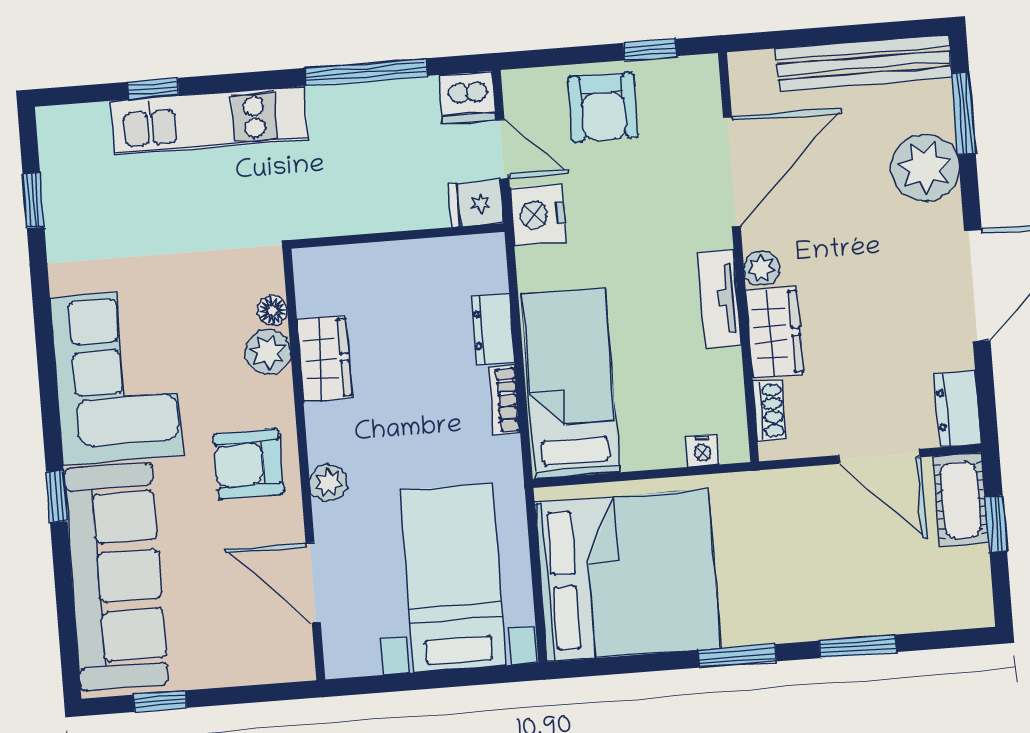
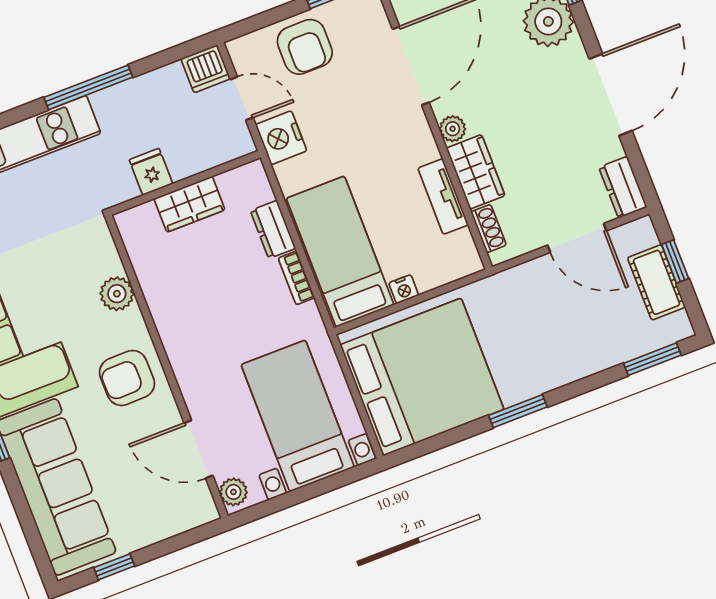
window: (366, 72) -> (88, 87), moved
fridge: (476, 204) -> (151, 172), moved, turned 90
tv unit: (719, 298) -> (443, 196), moved
floor lamp: (272, 310) -> (111, 263), removed
wardrobe: (324, 359) -> (189, 204), moved, turned 90
nightstand: (703, 451) -> (404, 289), moved
plant: (328, 483) -> (233, 492), moved
cot: (961, 500) -> (656, 282), moved
window: (858, 646) -> (652, 359), moved

